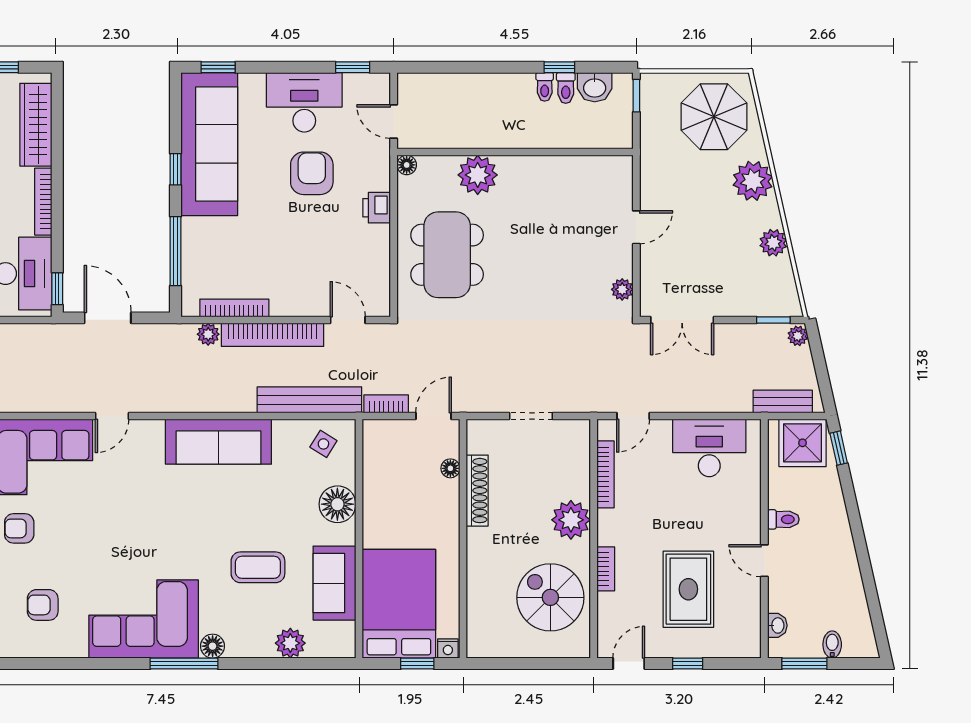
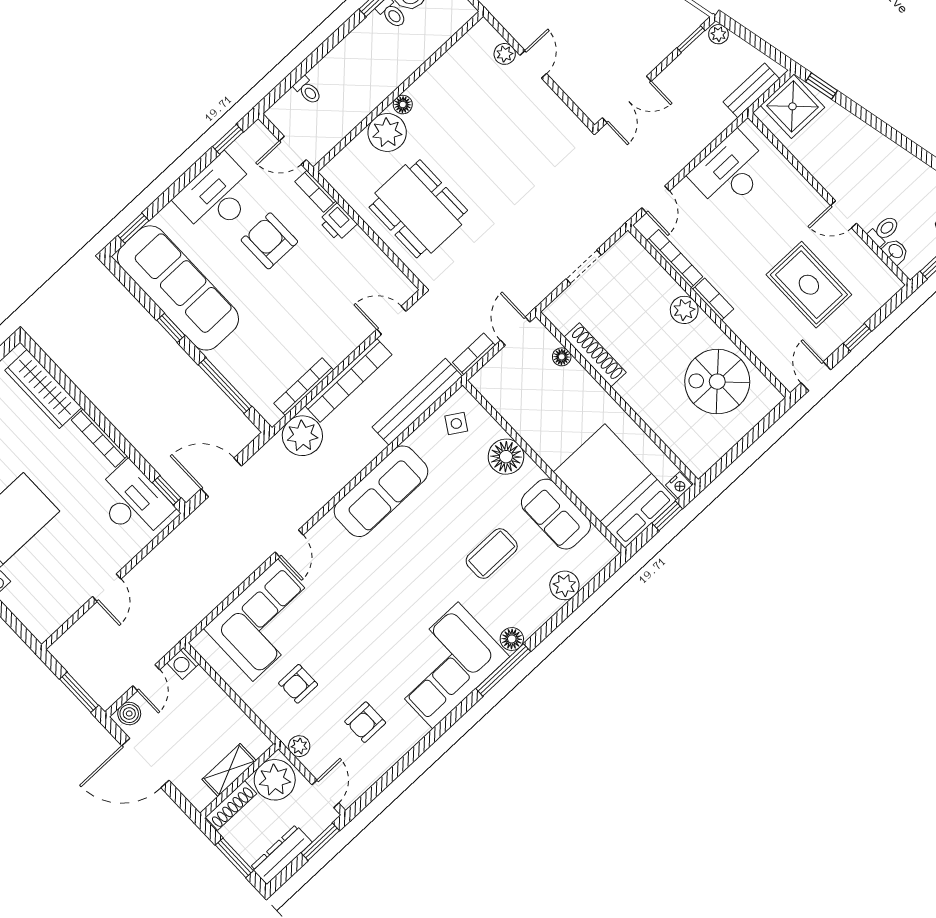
toilet: (545, 87) -> (308, 90), moved
floor lamp: (407, 165) -> (403, 105), moved
bookcase: (382, 168) -> (315, 191), added
plant: (622, 289) -> (505, 54), moved
plant: (208, 334) -> (302, 436), width x1.88, depth x1.88
toilet: (783, 519) -> (884, 231), moved
plant: (571, 520) -> (684, 310), width x0.73, depth x0.73
bookcase: (606, 569) -> (713, 299), moved

